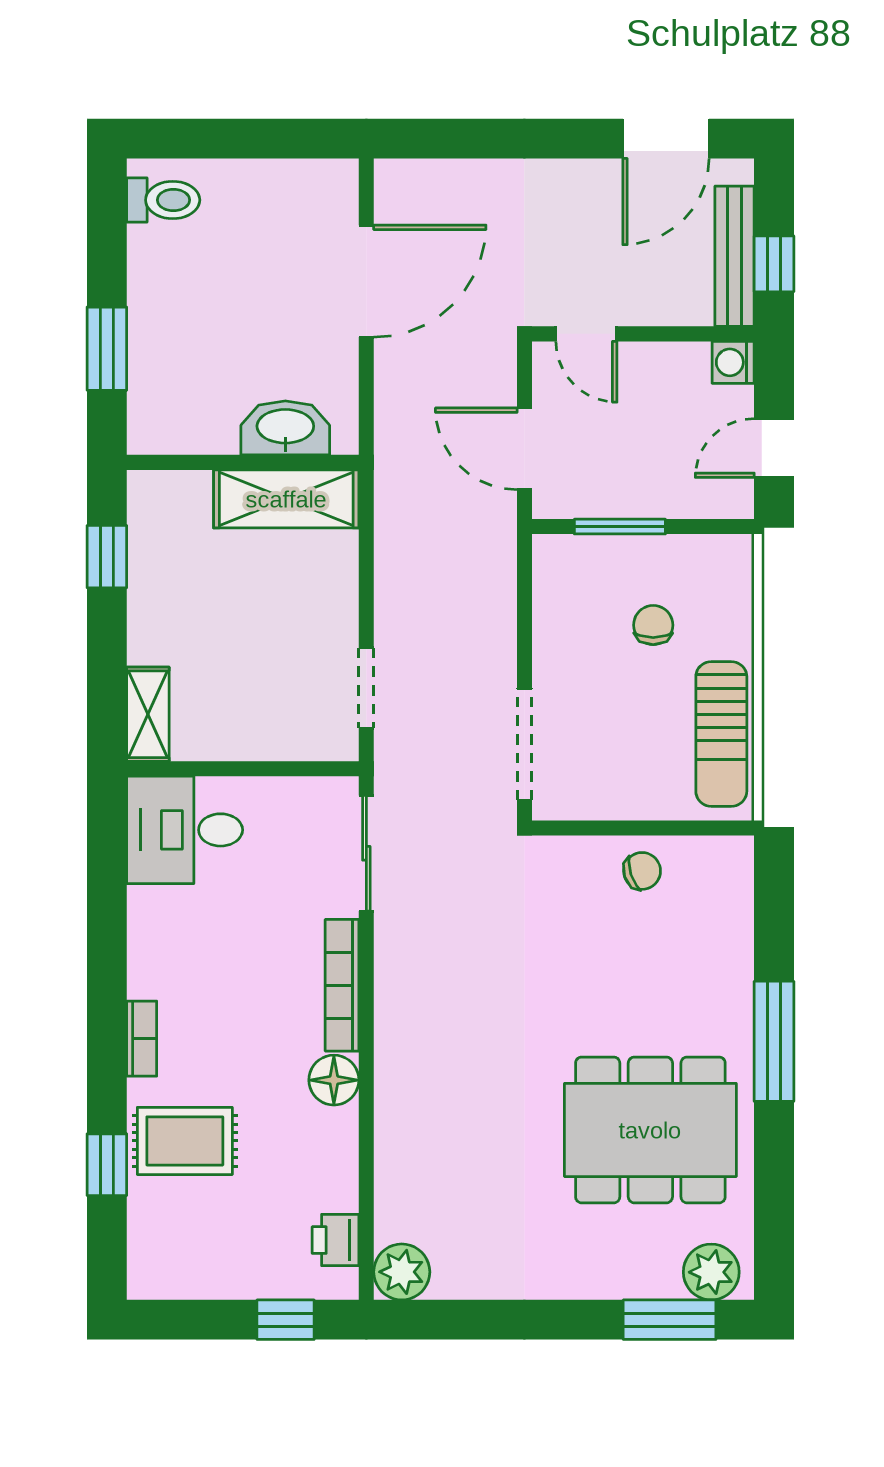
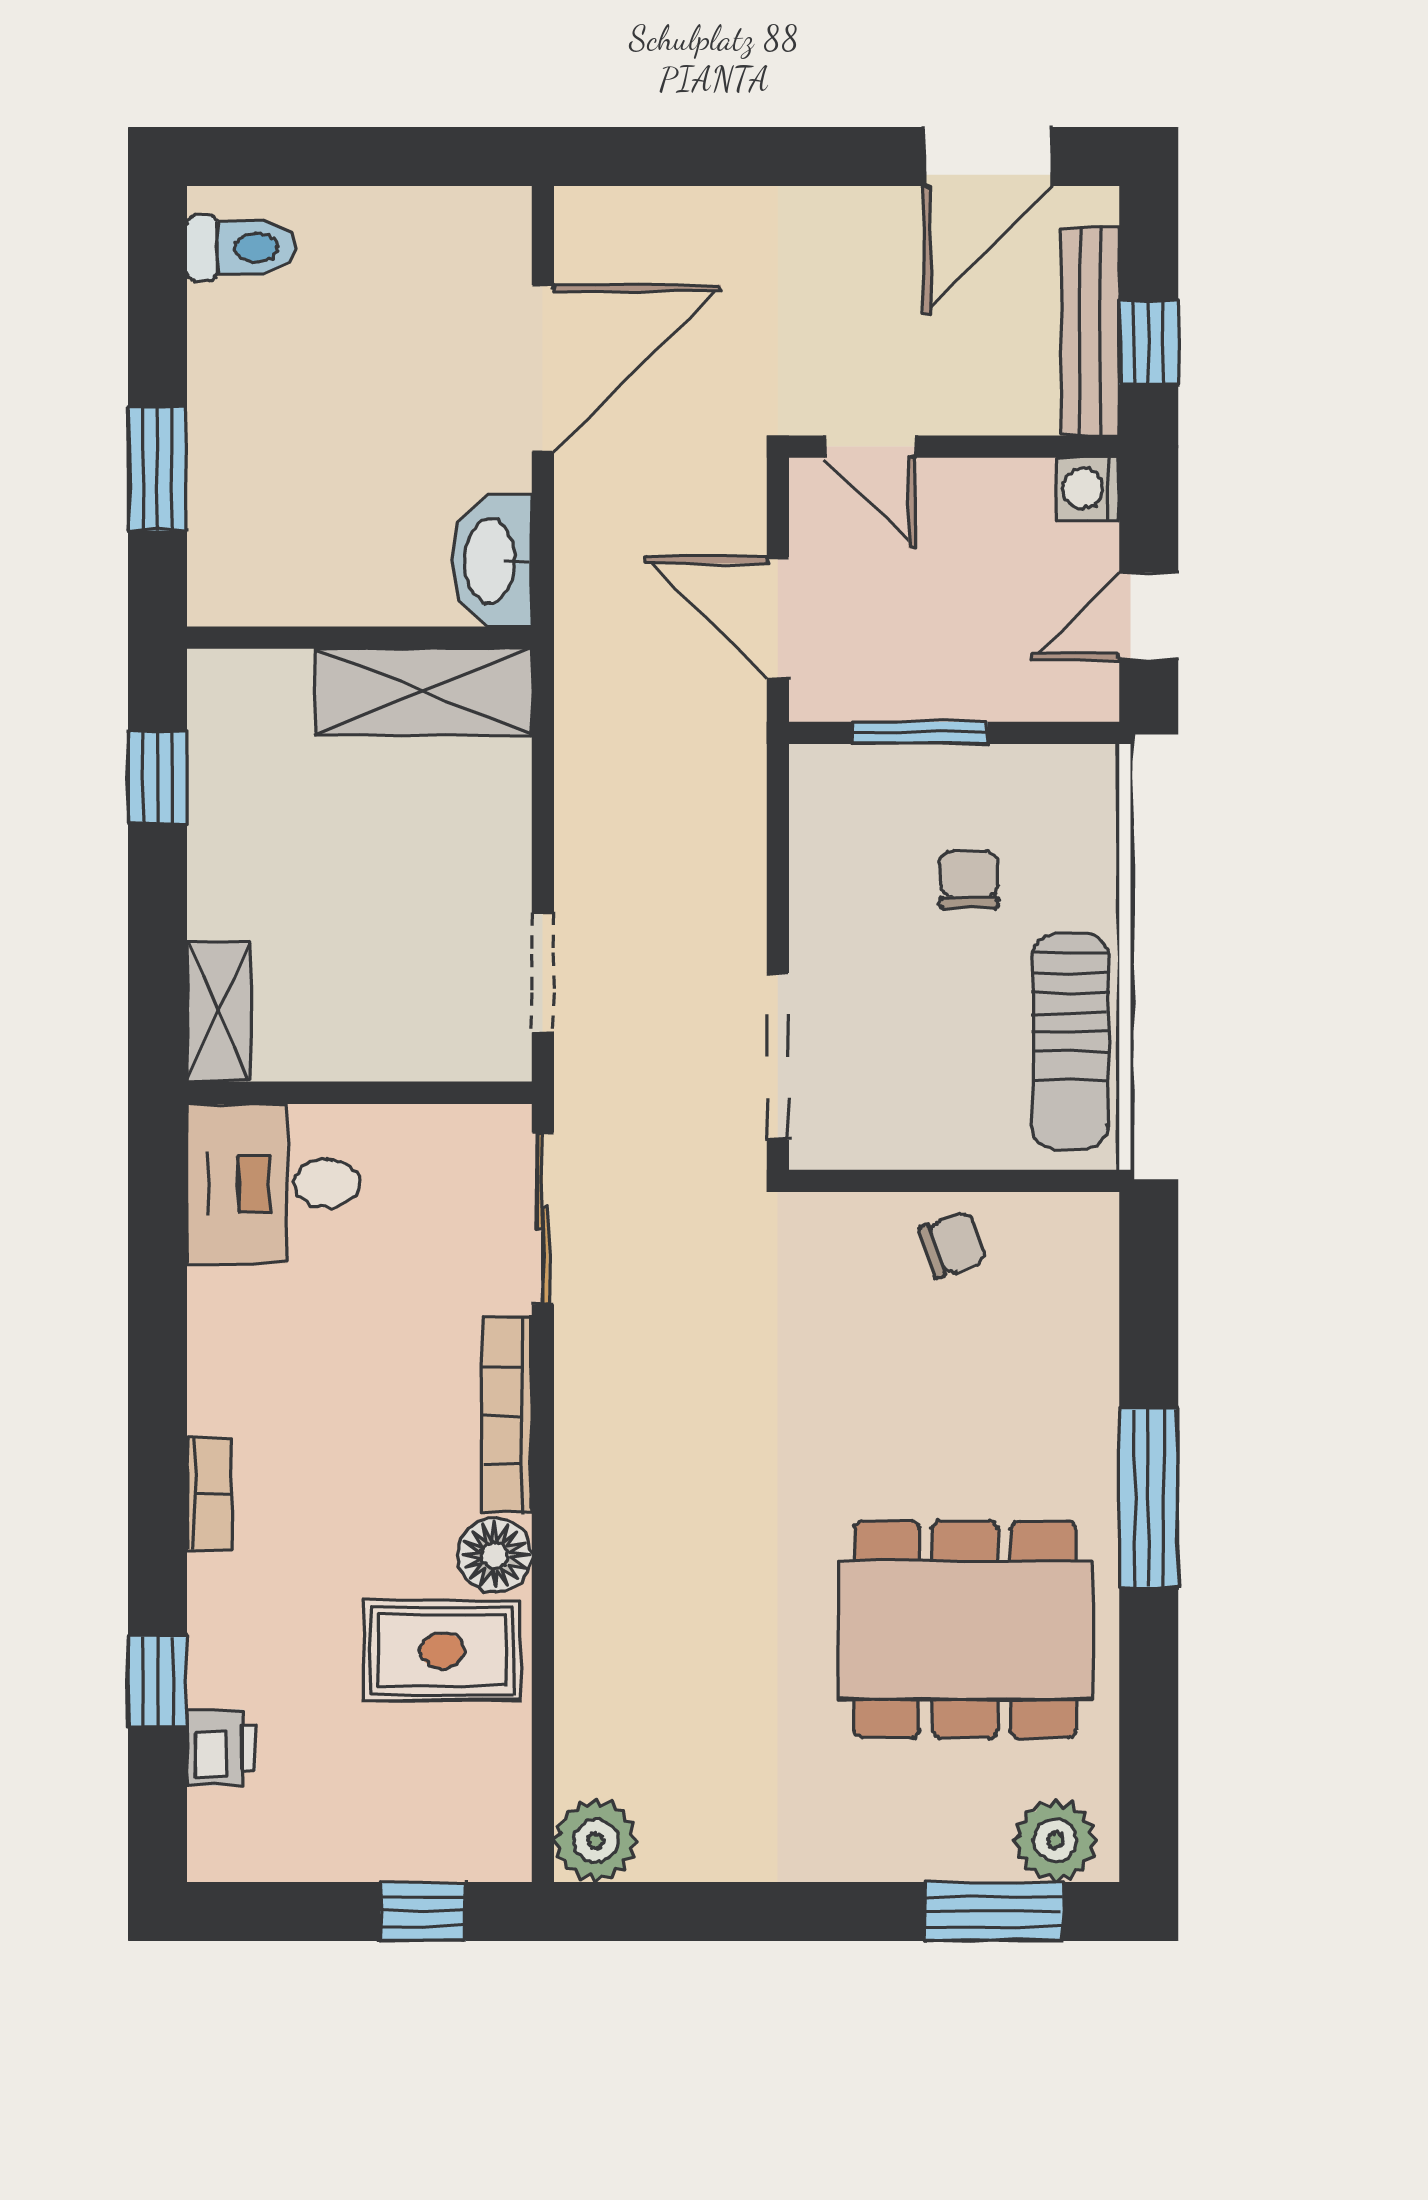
washbasin: (285, 428) -> (492, 561), moved, turned -90
rug: (185, 1141) -> (442, 1651), moved
printer: (336, 1240) -> (222, 1748), moved, turned 180

